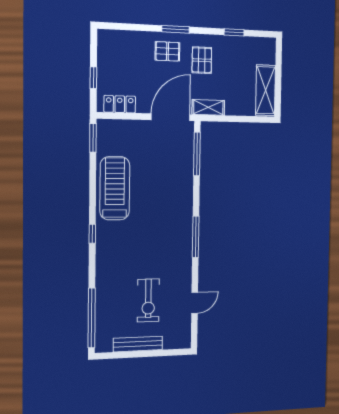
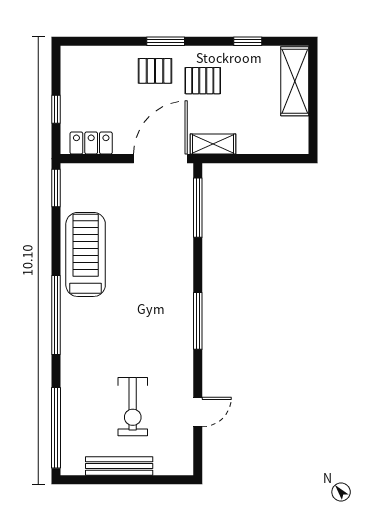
pallet: (202, 60) -> (203, 81), turned 90
shelving: (266, 90) -> (295, 81), moved
window: (92, 234) -> (56, 315), width x3.17

